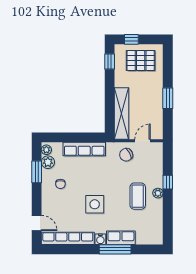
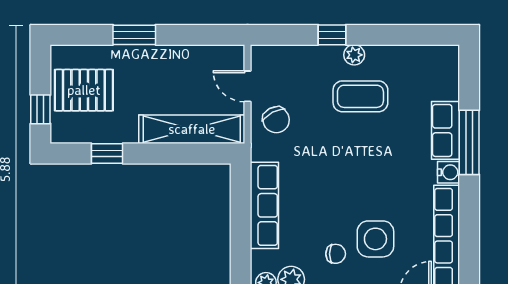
window: (110, 61) -> (107, 153), moved
pallet: (141, 61) -> (84, 90), turned 90
window: (168, 98) -> (134, 35), moved
side table: (95, 204) -> (375, 239), moved

